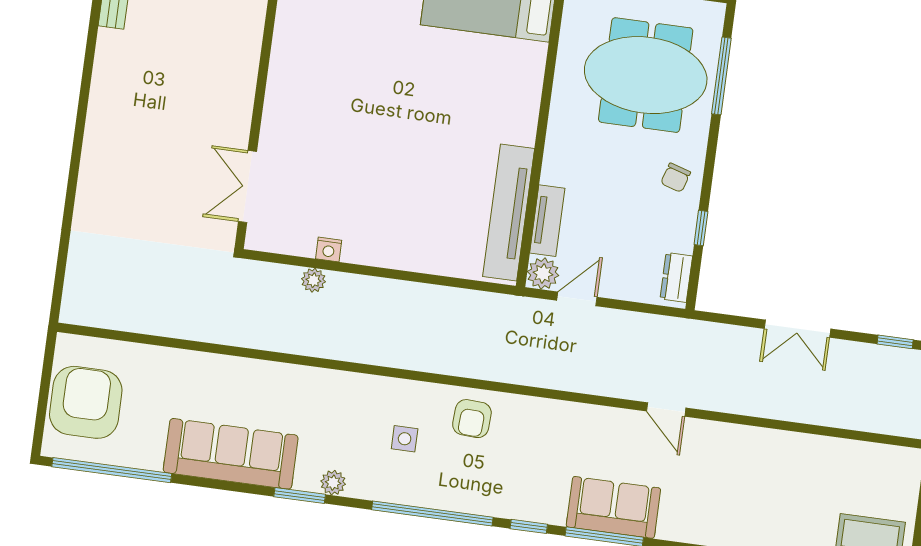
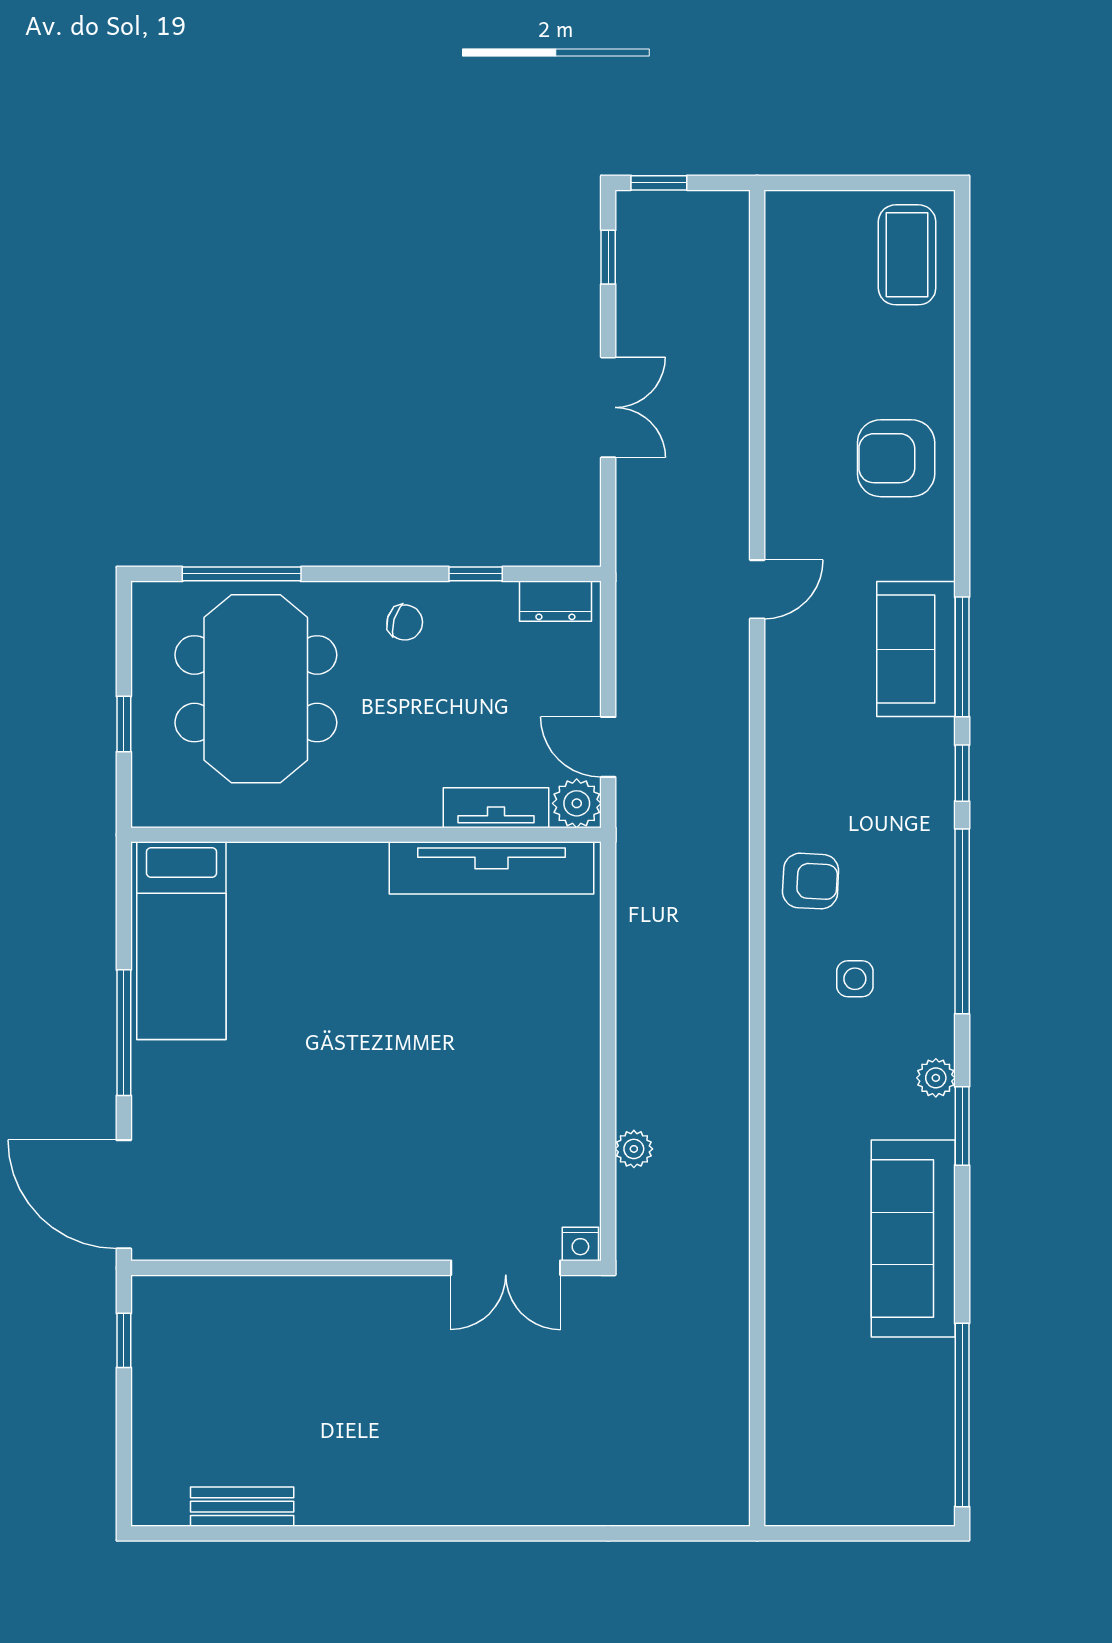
nightstand: (329, 249) -> (580, 1244), moved, turned 90
armchair: (86, 402) -> (896, 458), moved, width x0.73, depth x0.73

